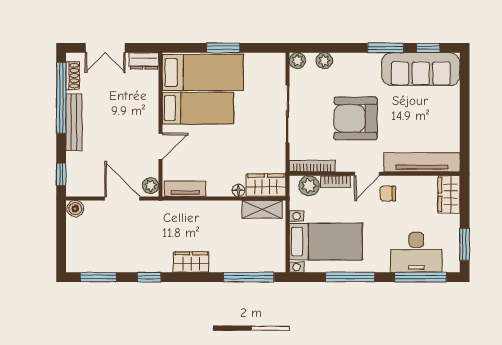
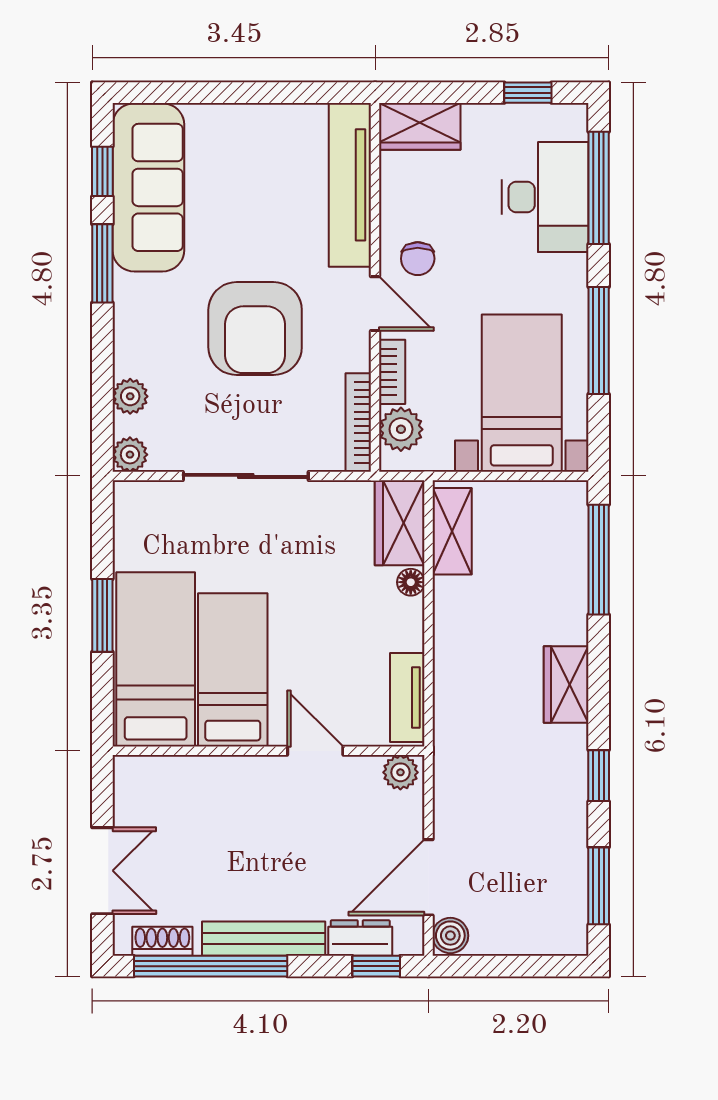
dresser: (144, 61) -> (360, 938), moved, turned -90
door: (122, 198) -> (428, 877), moved
window: (465, 244) -> (528, 93), width x0.67

